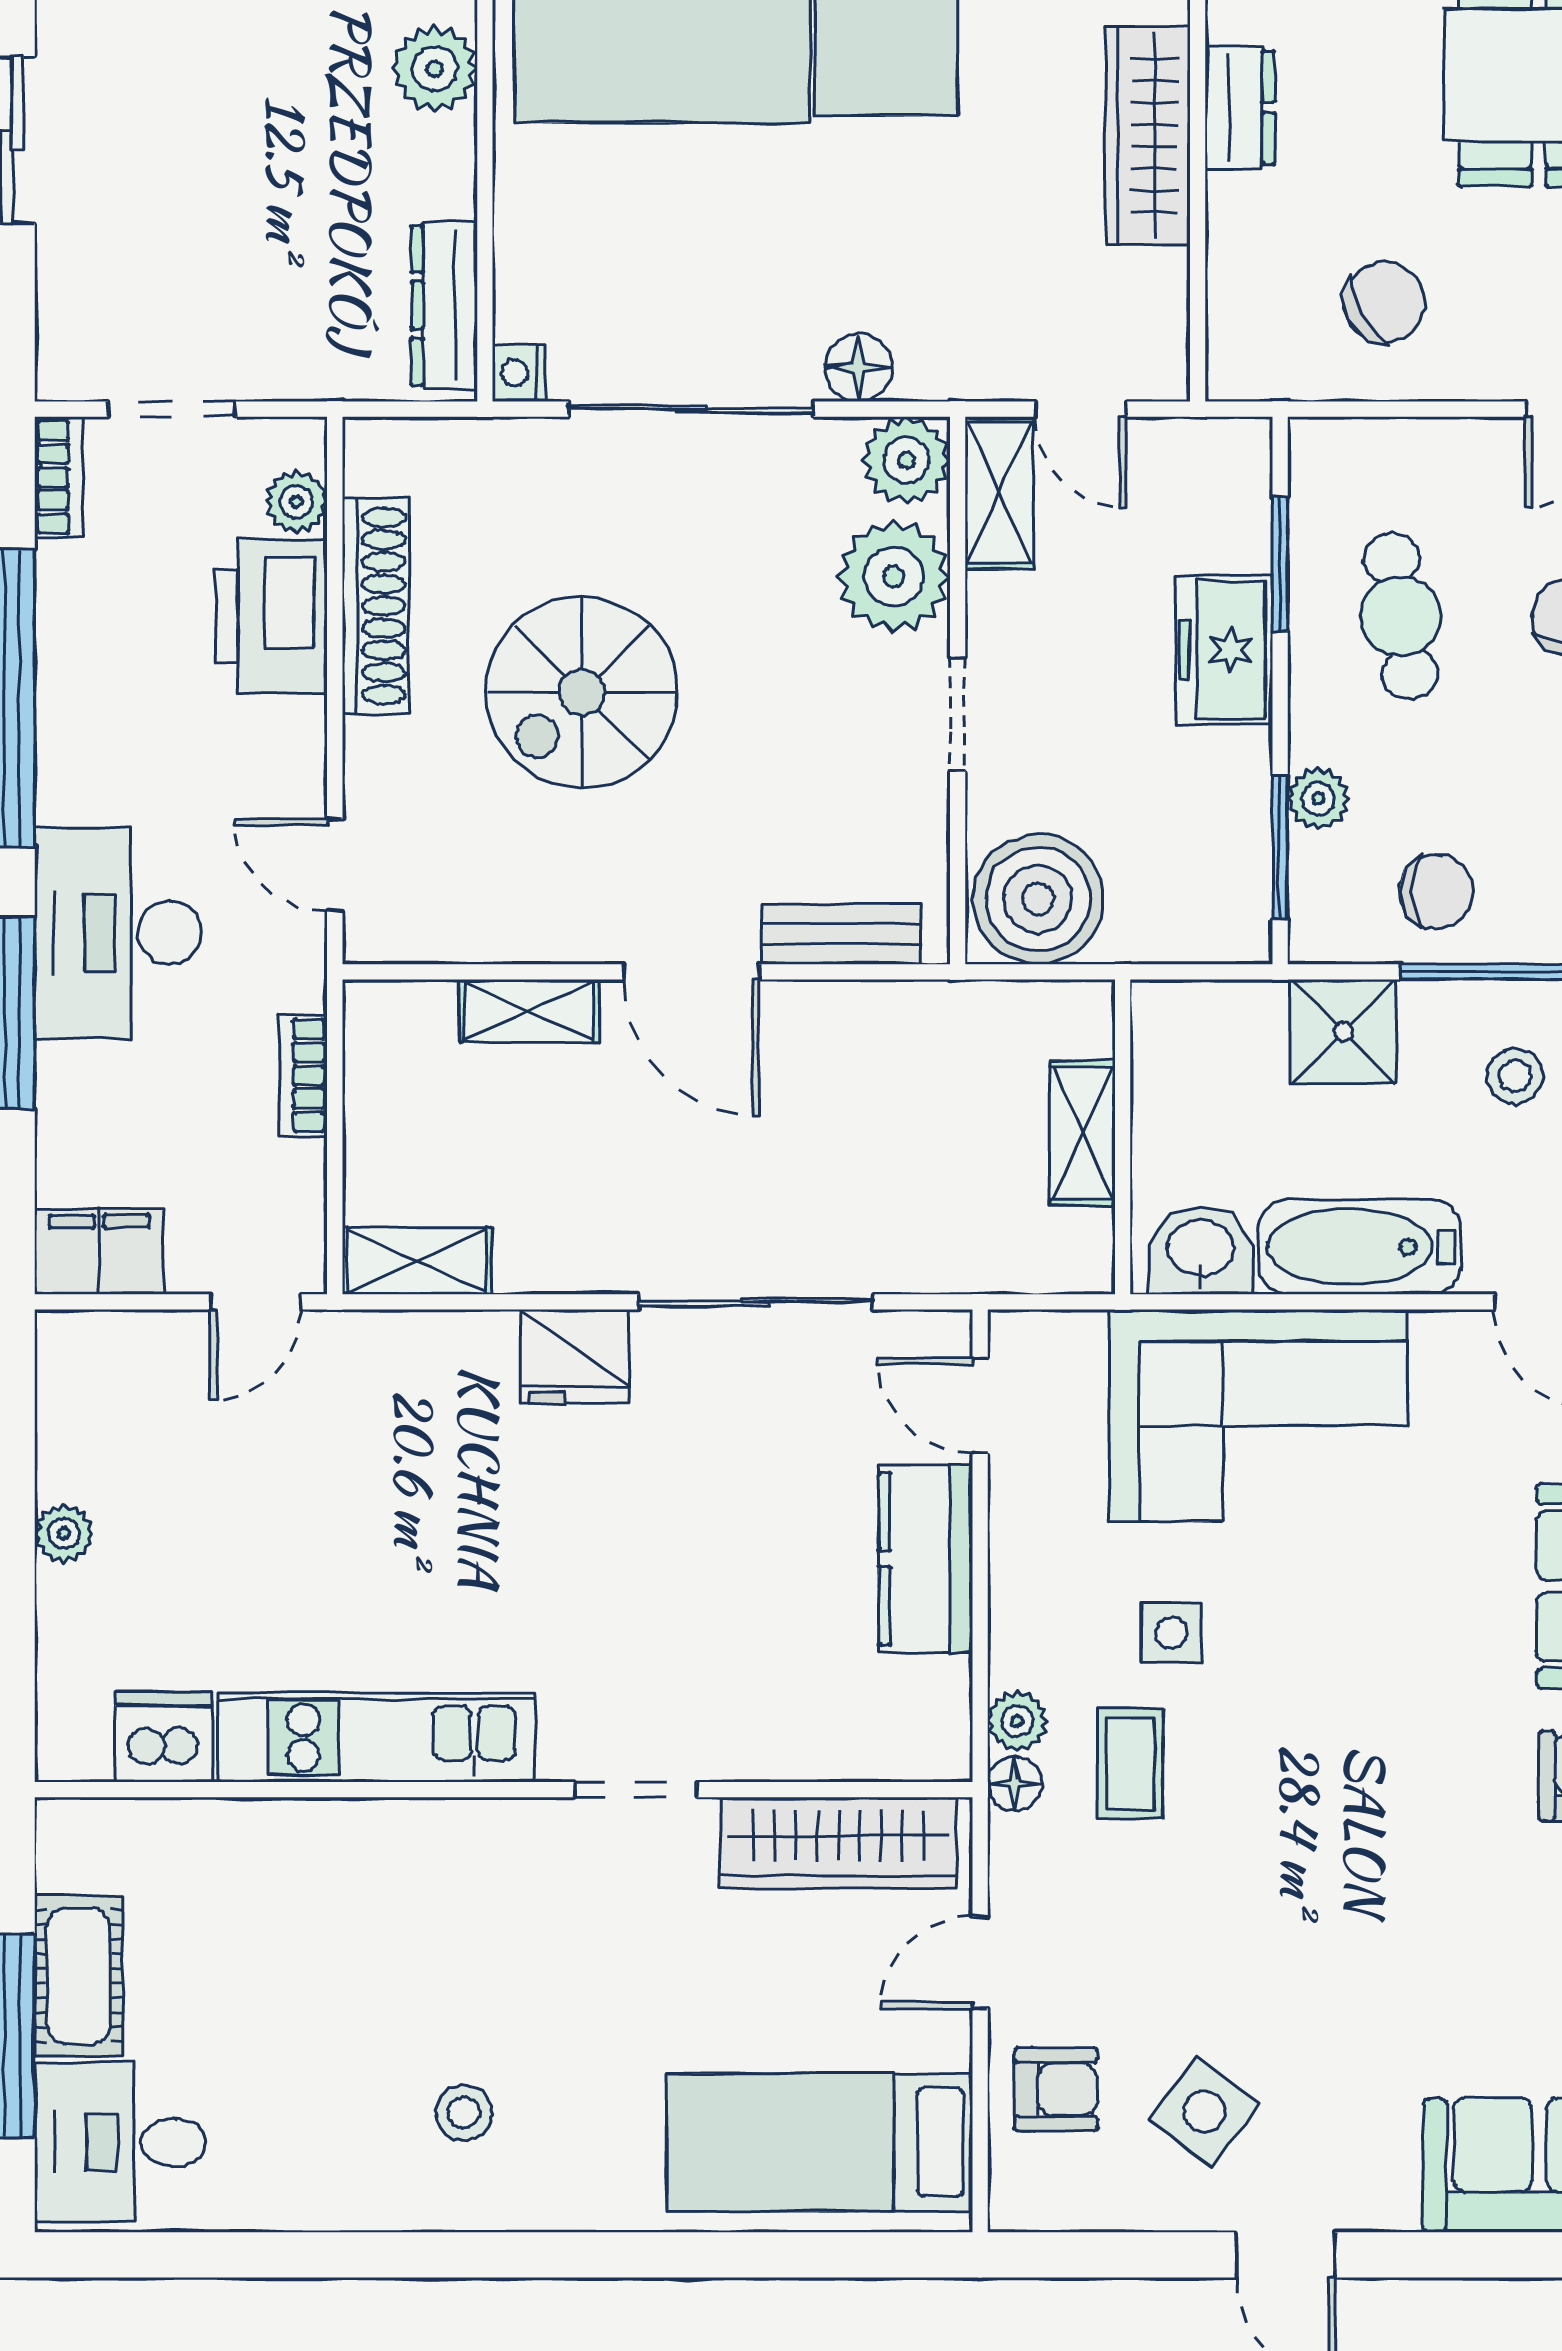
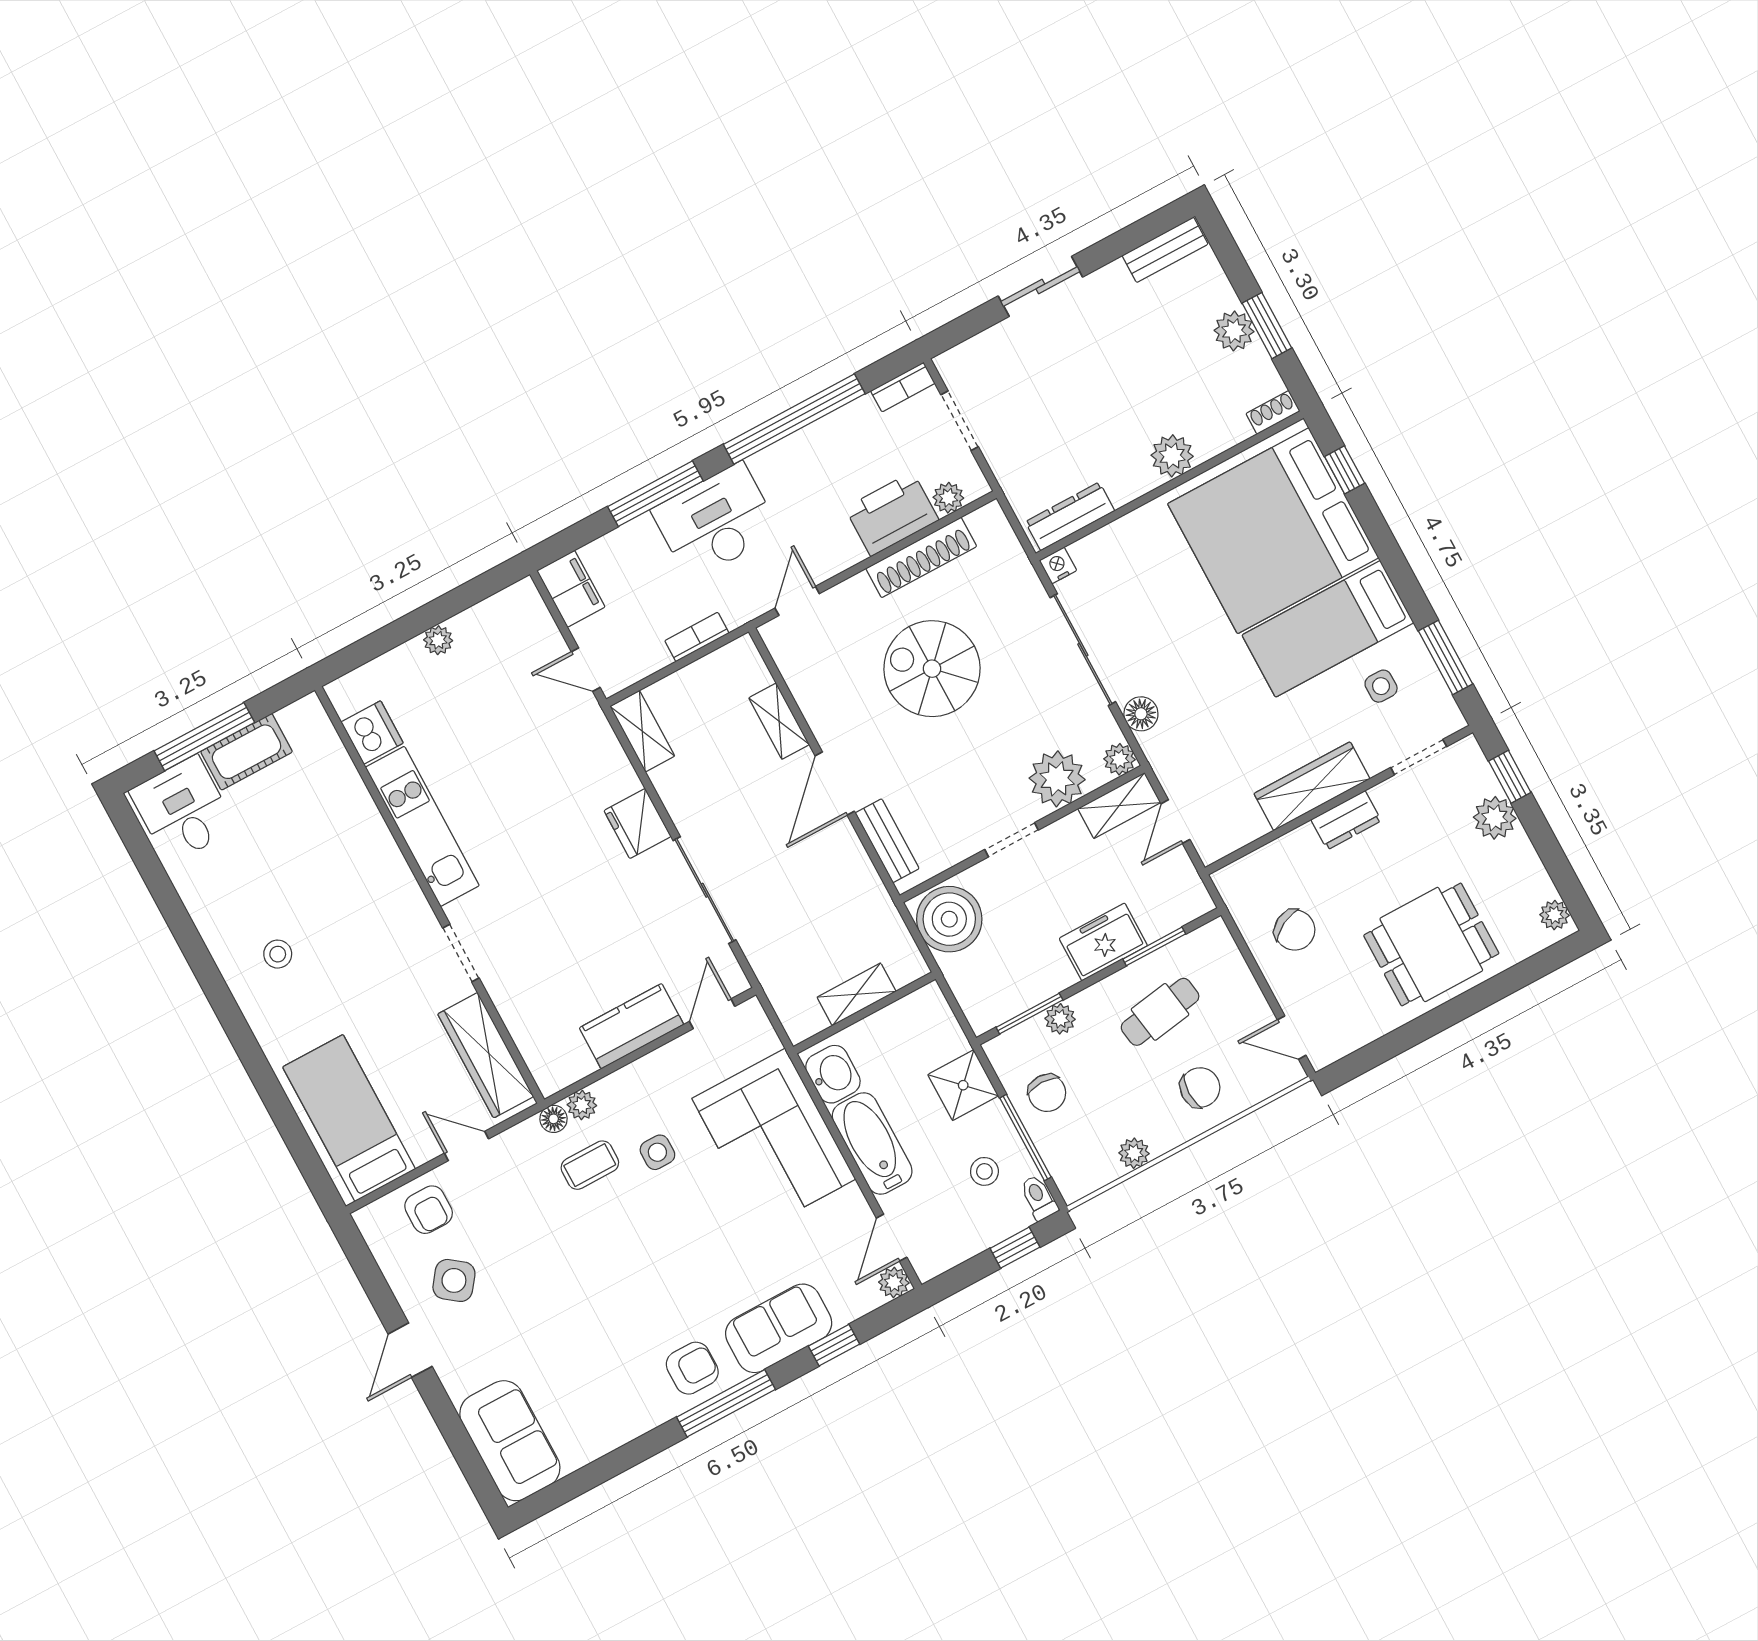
plant: (906, 460) -> (1119, 759), width x0.73, depth x0.73

